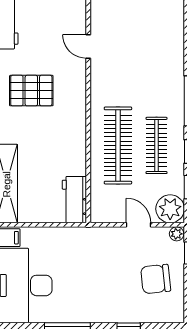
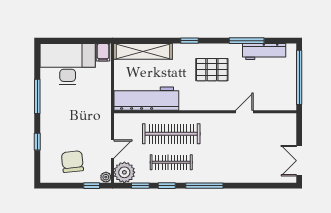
pallet: (31, 91) -> (212, 70), turned 90
workbench: (74, 200) -> (146, 99), width x1.88, depth x1.32

